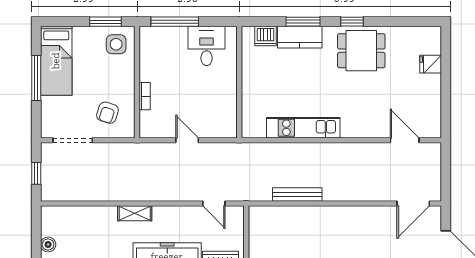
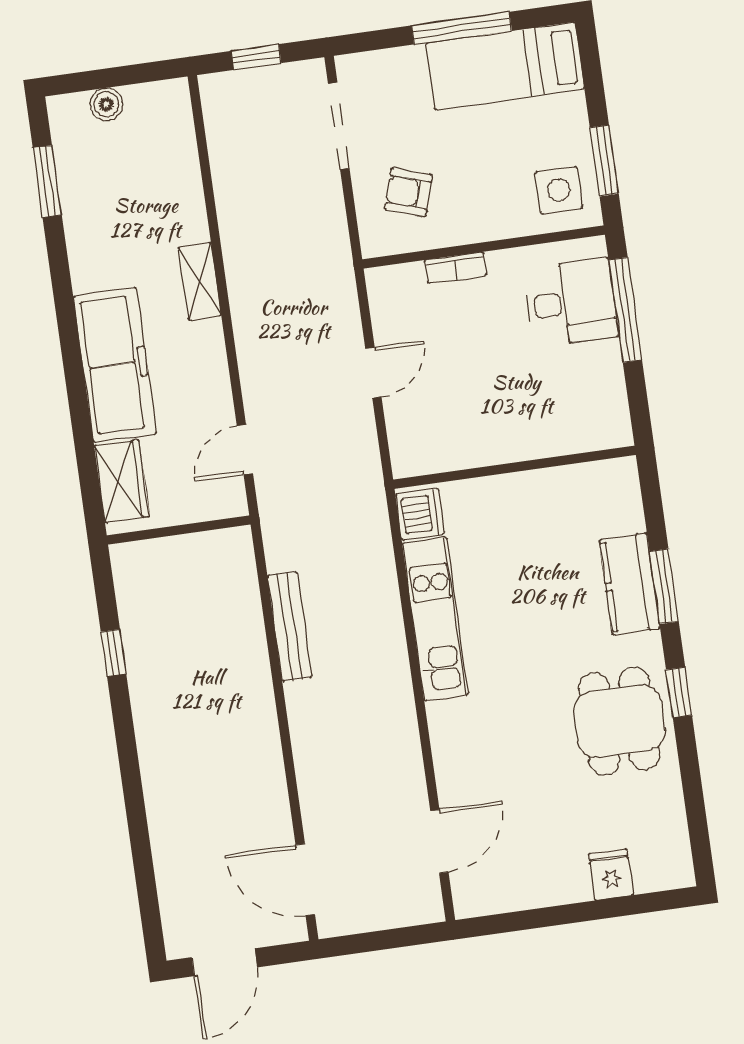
dishwasher: (265, 36) -> (420, 514), moved, turned 180
desk: (207, 46) -> (571, 303), moved

